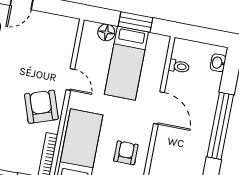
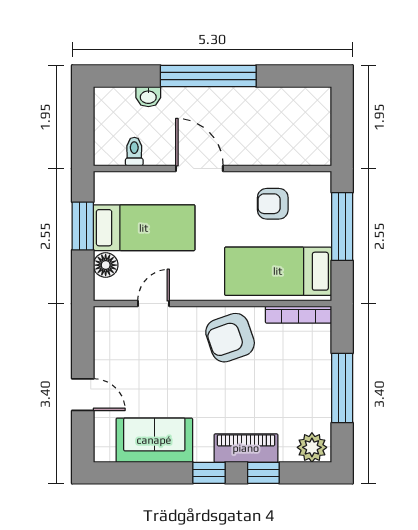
washbasin: (218, 63) -> (148, 97), moved
door: (70, 79) -> (154, 304), moved
door: (159, 108) -> (199, 169), hinge flipped

